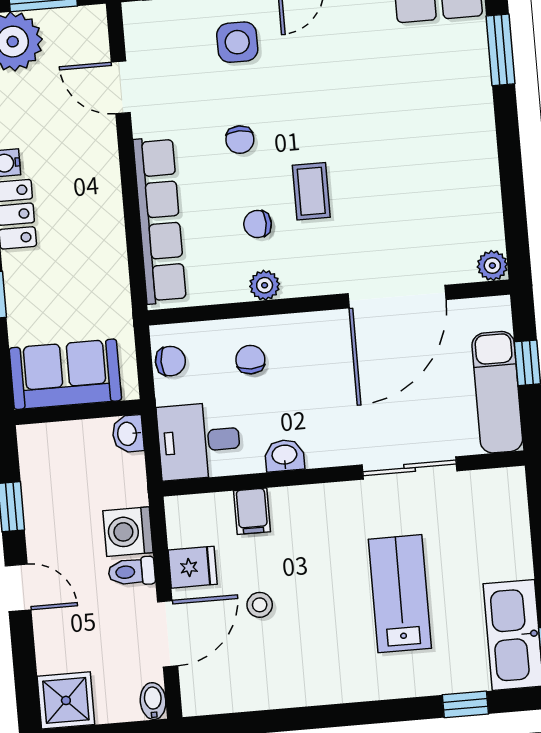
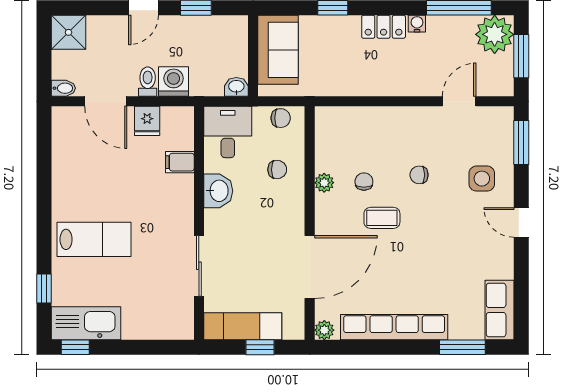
row of seats: (160, 220) -> (394, 327), moved, turned 180
door: (397, 297) -> (310, 267), swing flipped
chair: (170, 361) -> (281, 118), turned -90
washbasin: (284, 455) -> (218, 191), width x1.38, depth x1.45
lab bench: (400, 594) -> (94, 239), moved
stool: (260, 605) -> (119, 162), removed

